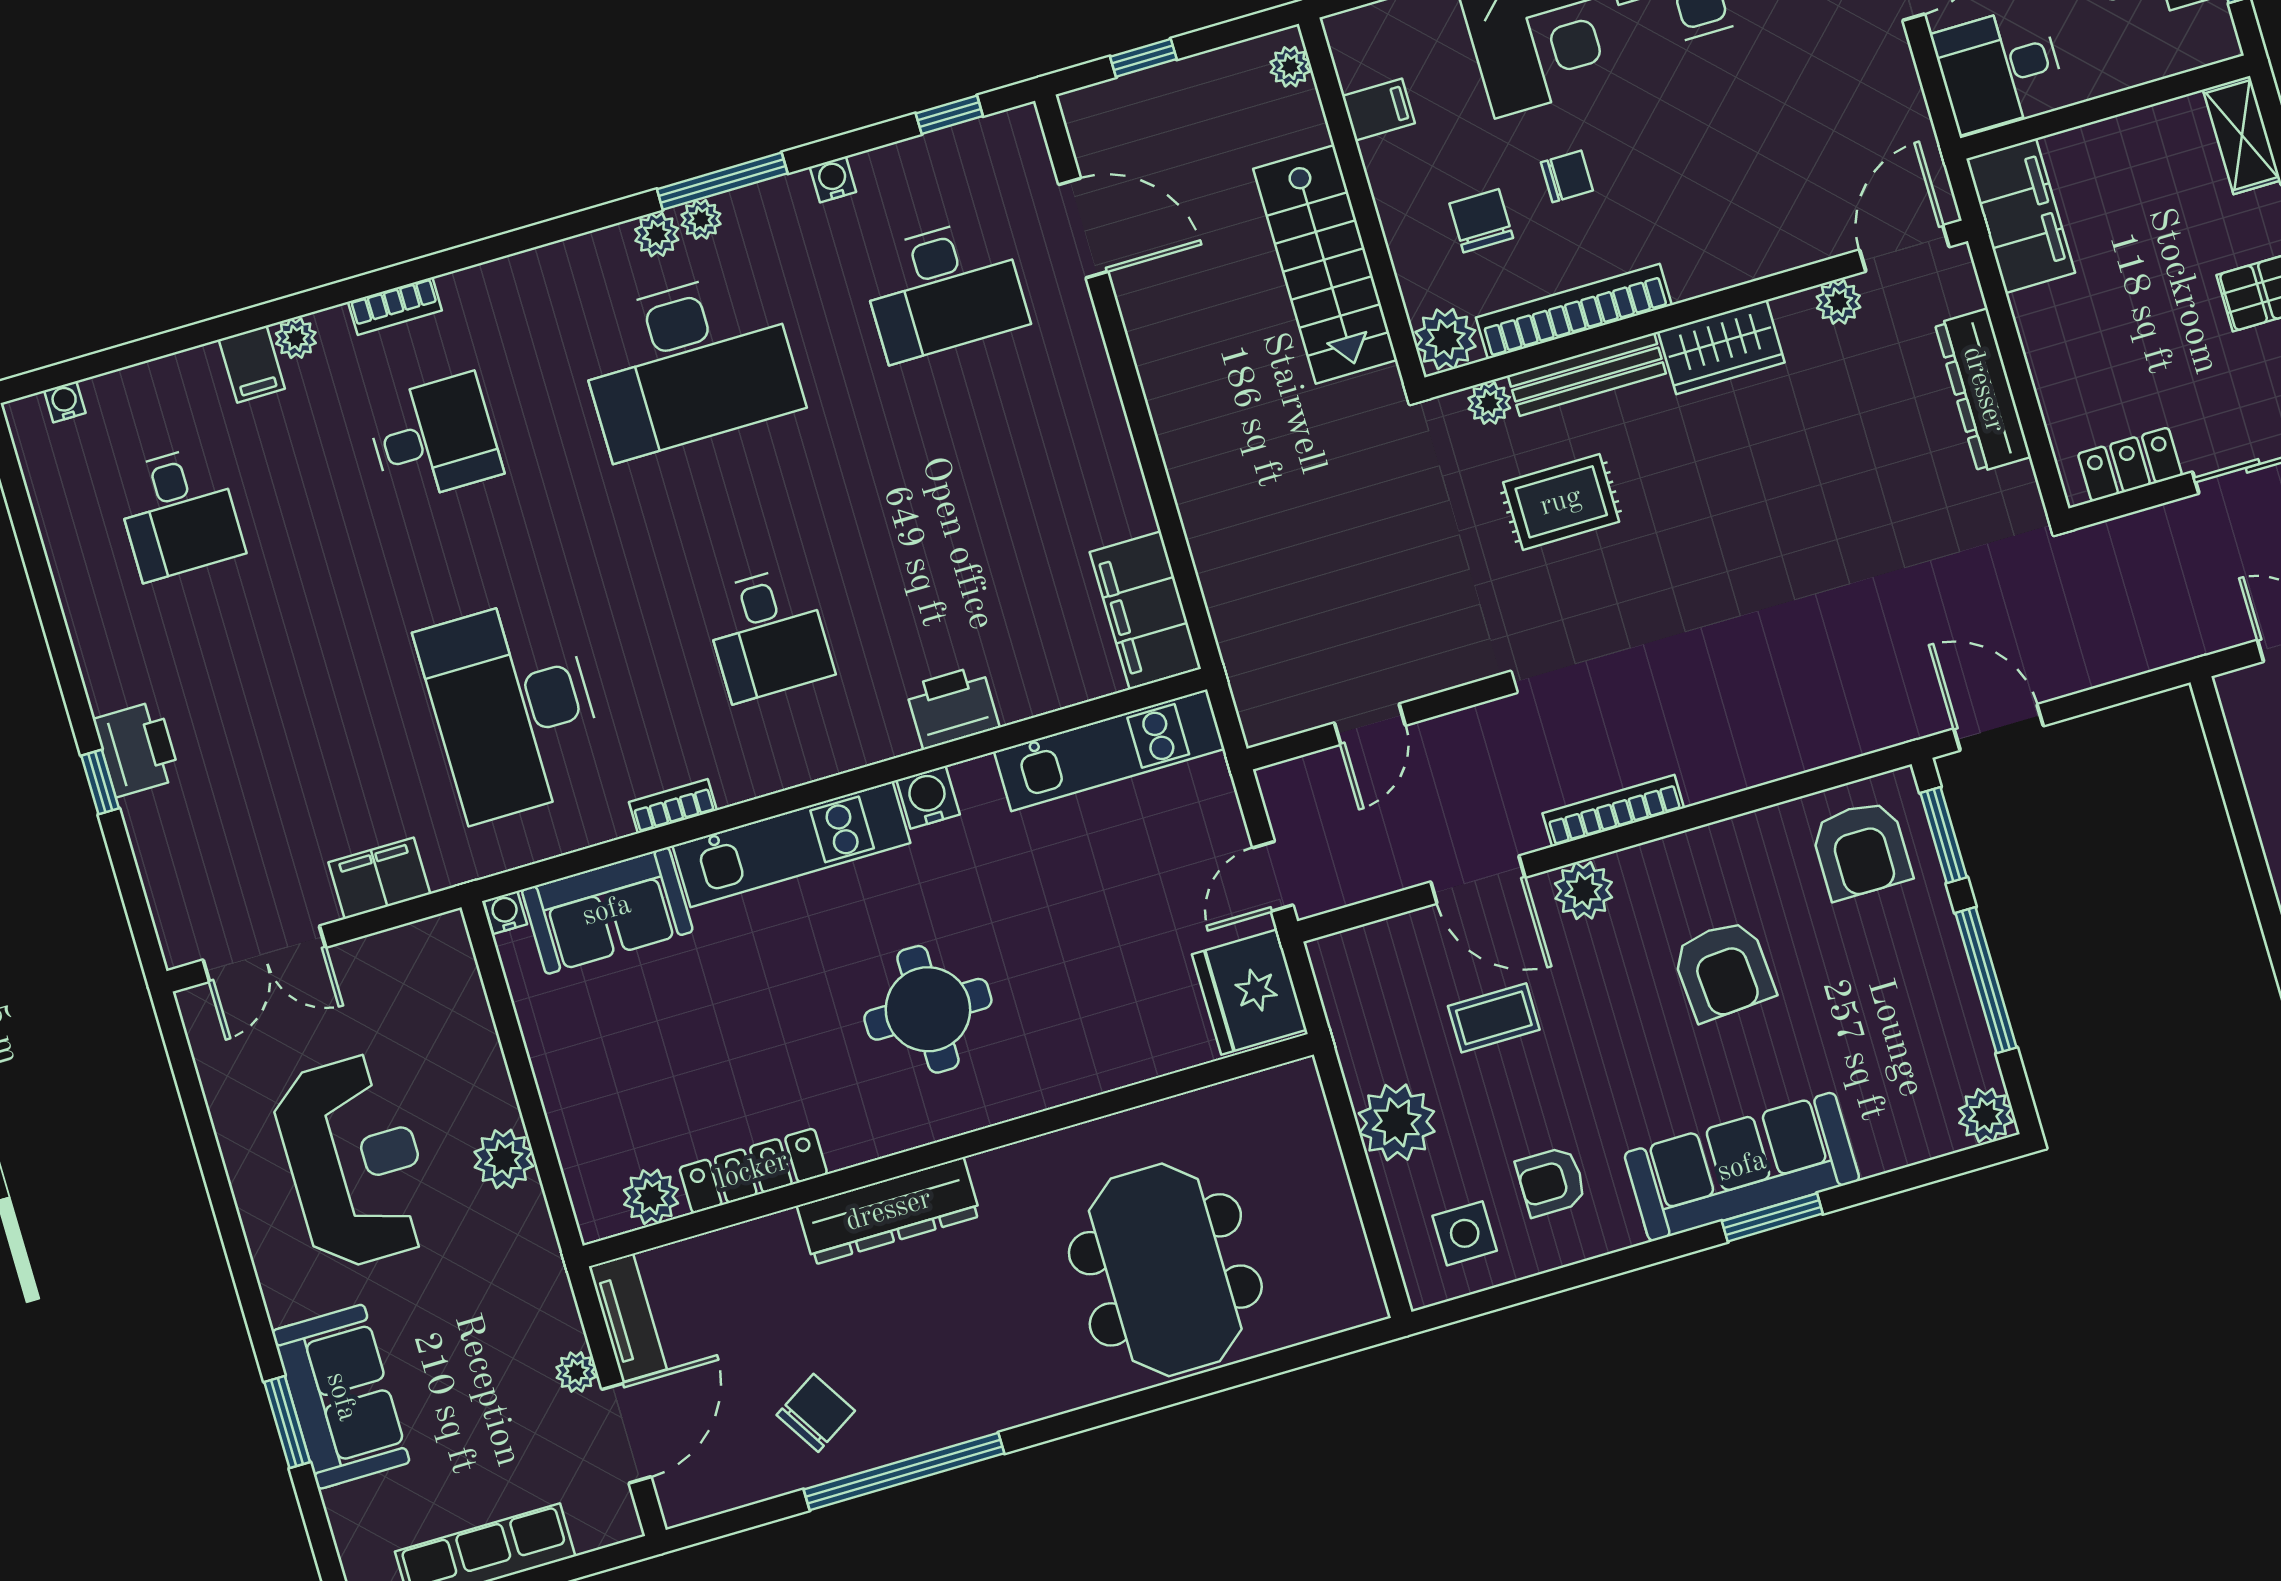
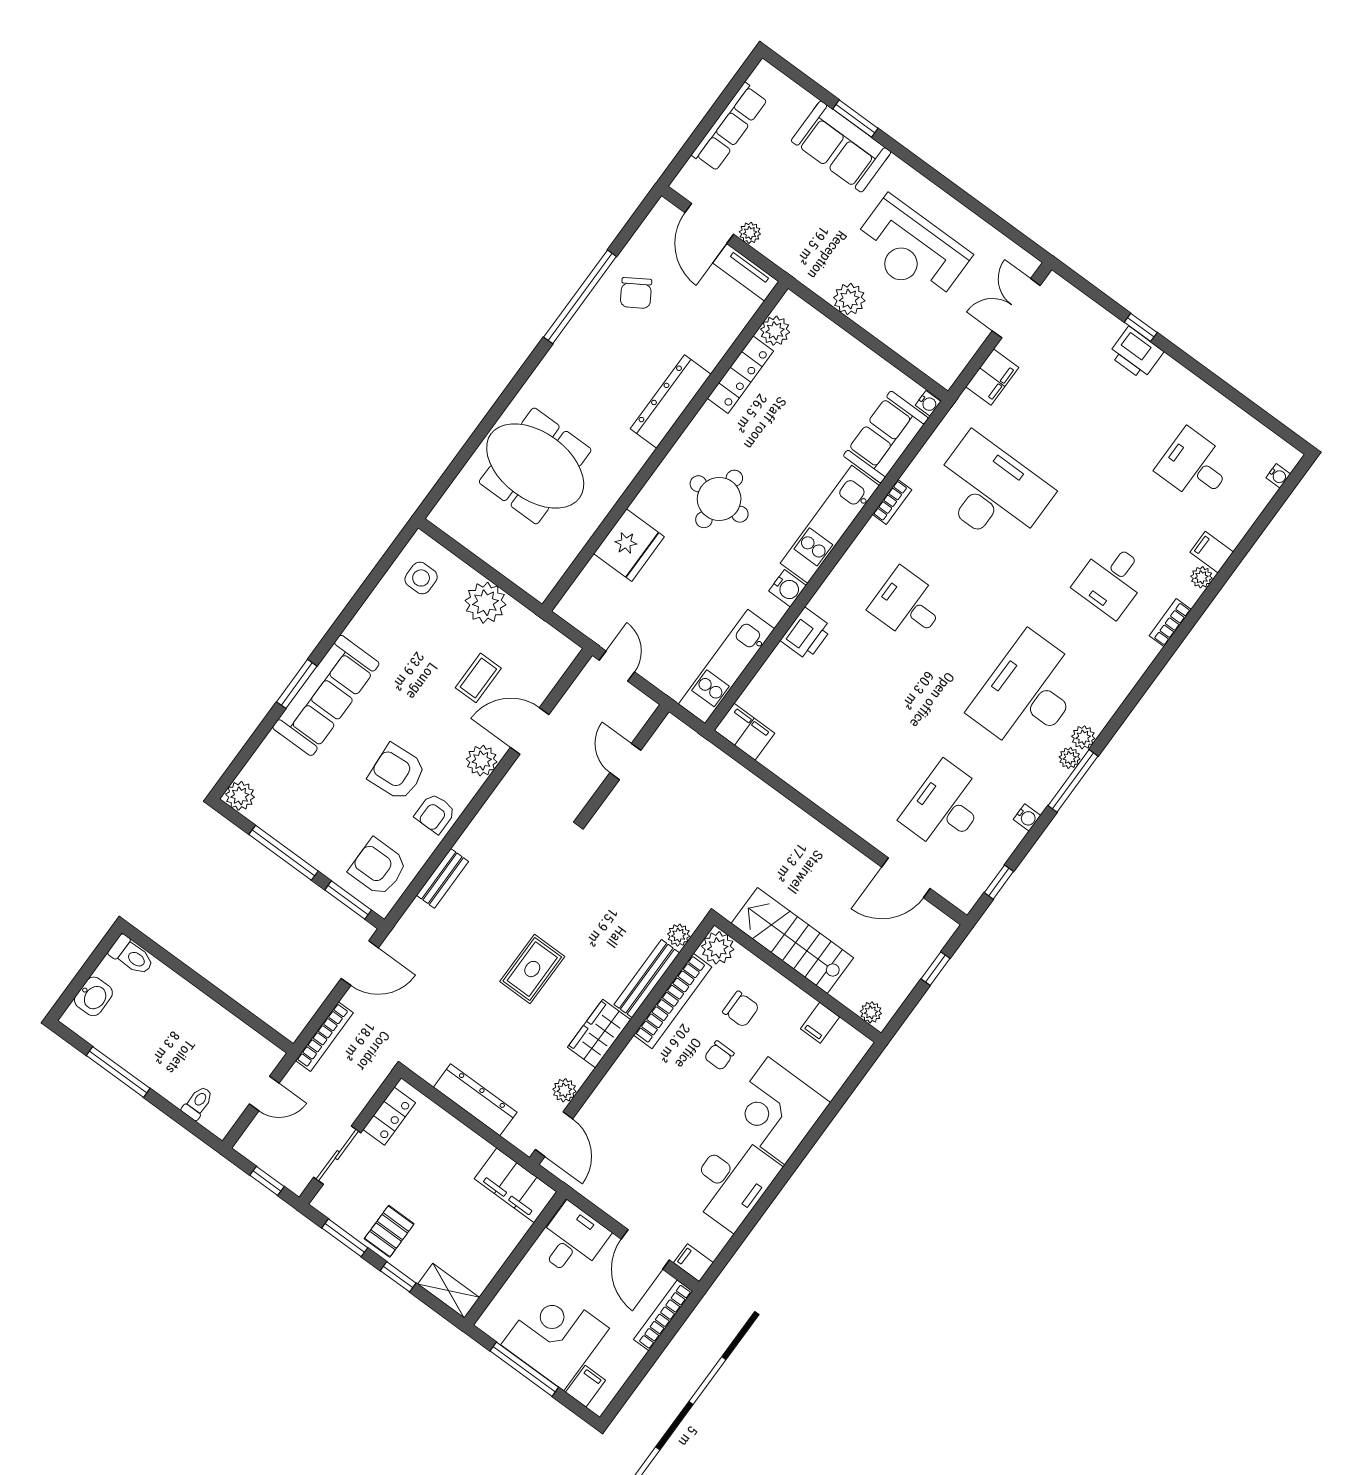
rug: (1561, 502) -> (532, 969), moved
filing cabinet: (1145, 610) -> (745, 732), width x0.67, depth x0.86
bench: (1777, 759) -> (443, 878), added
bookcase: (1613, 811) -> (324, 1037), moved
fridge: (1249, 992) -> (629, 545), moved, turned 90
armchair: (1551, 1182) -> (435, 813), moved, turned 180

